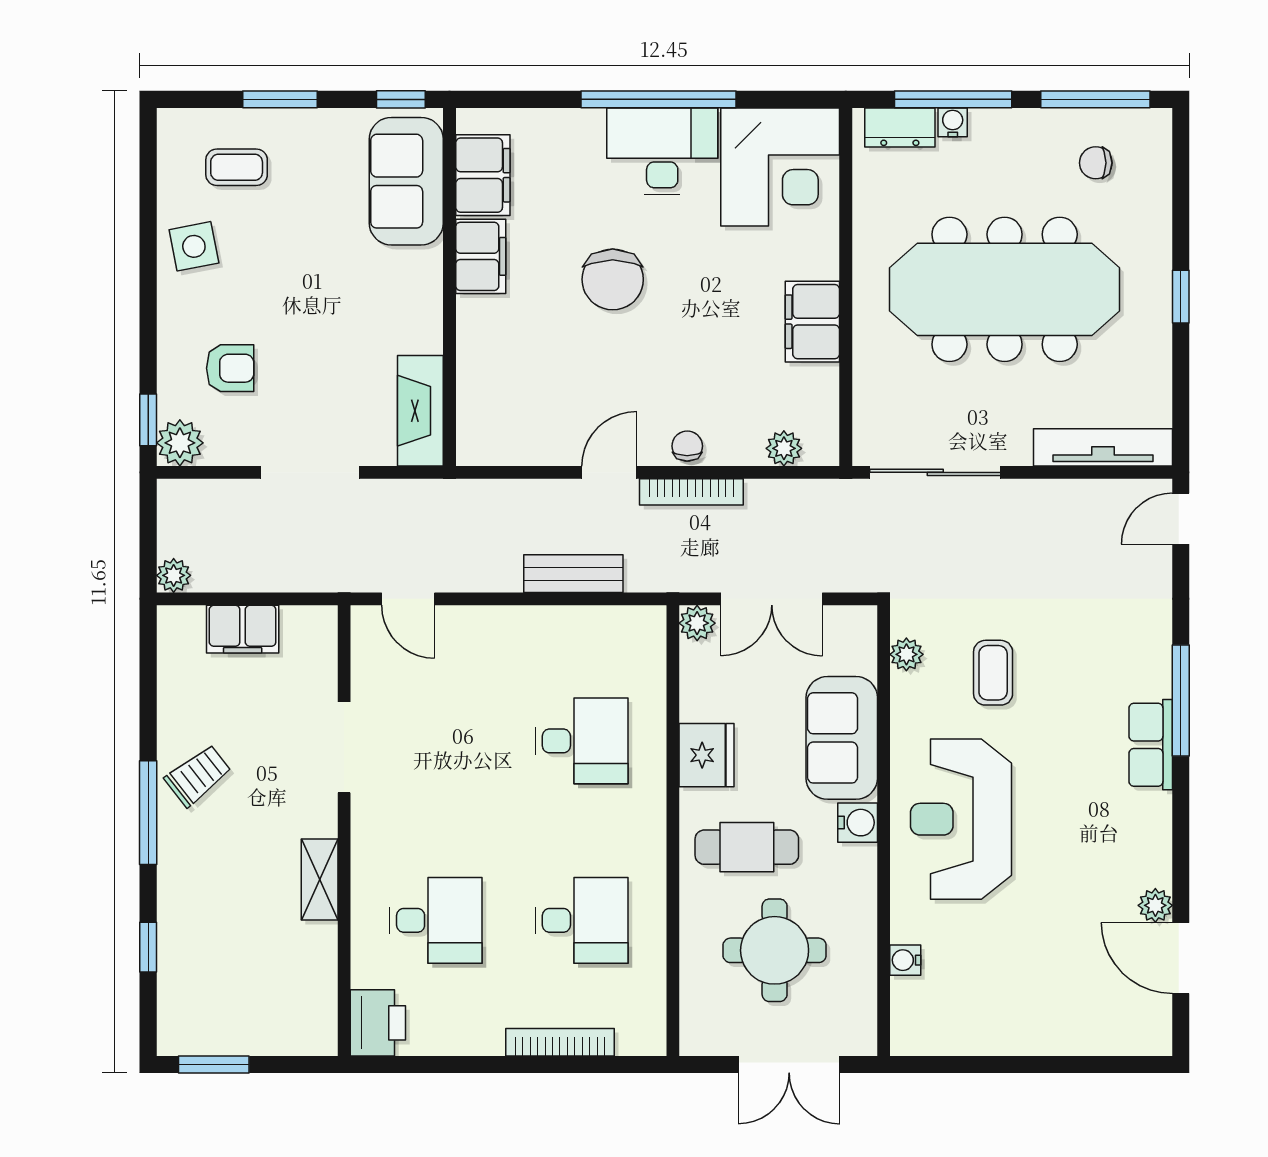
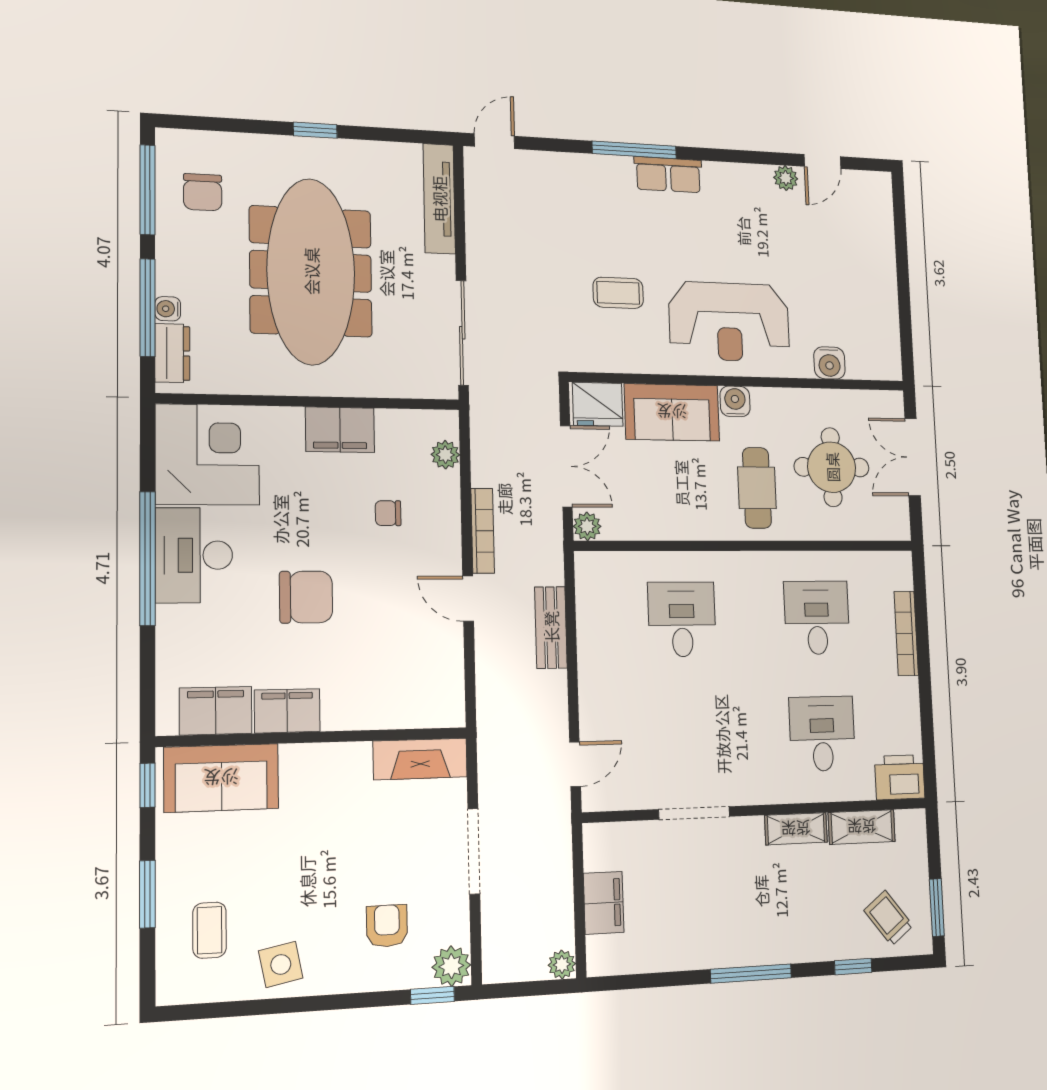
chair: (1096, 163) -> (203, 192), width x1.37, depth x1.37
chair: (687, 446) -> (388, 513), moved
door: (1181, 519) -> (494, 141), swing flipped
plant: (906, 654) -> (606, 360), removed
fridge: (706, 755) -> (598, 404), moved, turned 180
trolley: (198, 775) -> (888, 918), moved
door: (1181, 958) -> (822, 161), width x0.73
water cooler: (905, 960) -> (829, 363), width x1.38, depth x1.38
shelving: (318, 968) -> (862, 827), added
double door: (789, 1065) -> (913, 457), swing flipped

